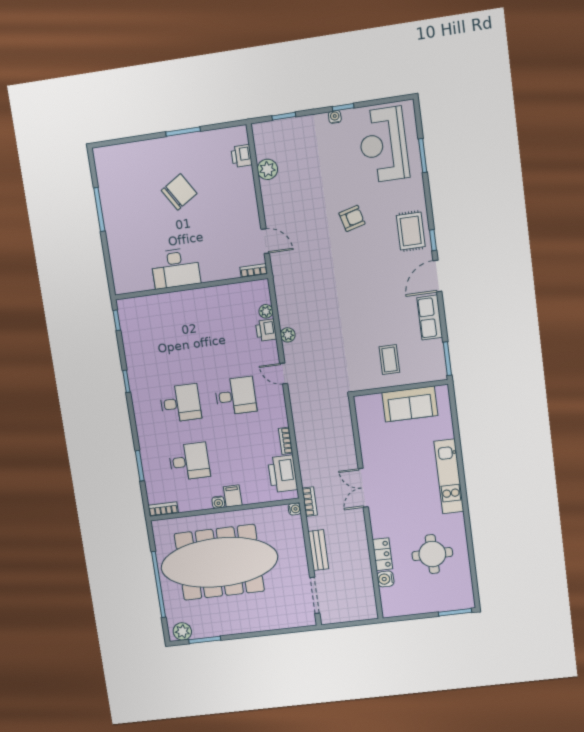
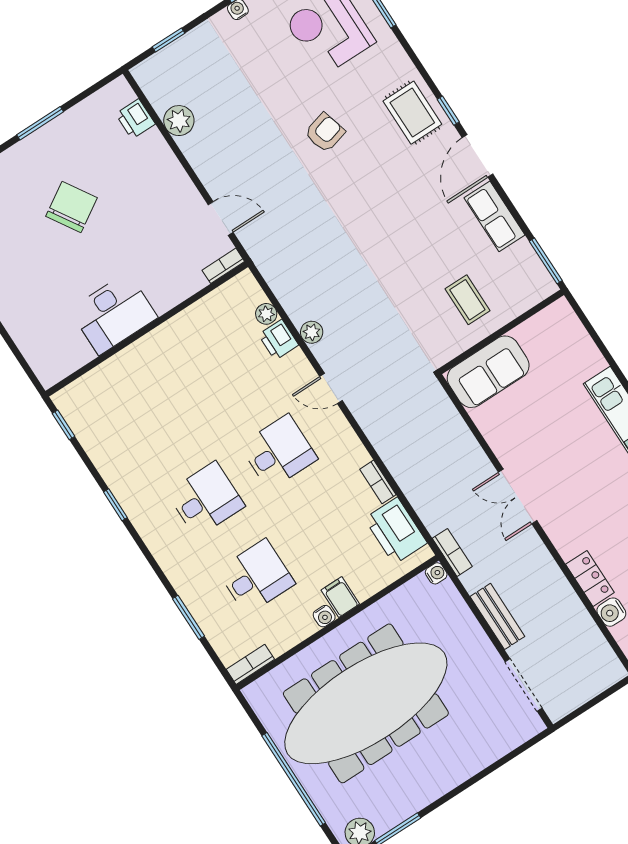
sofa: (410, 404) -> (488, 372), moved

